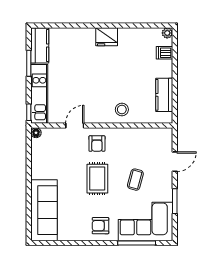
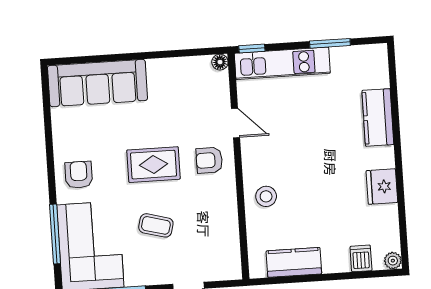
fridge: (107, 37) -> (382, 187), moved
kitchen counter: (40, 46) -> (378, 117), moved, turned 90

